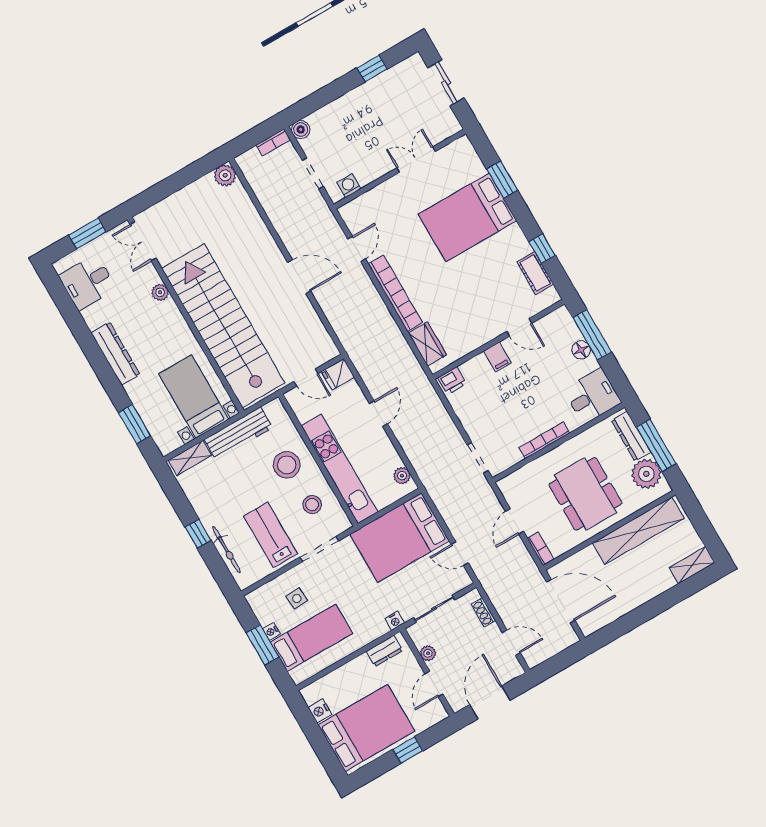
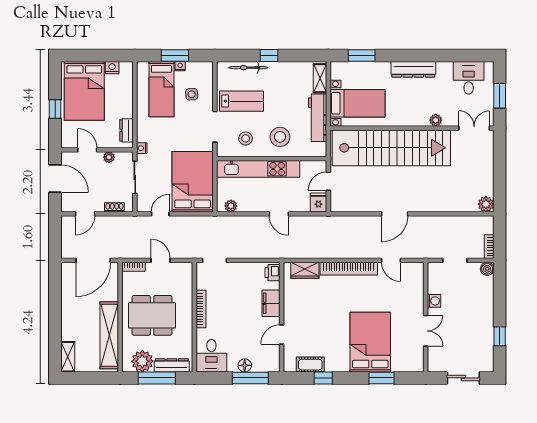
washing machine: (349, 186) -> (434, 301), moved
filing cabinet: (497, 357) -> (271, 303), width x2.00

